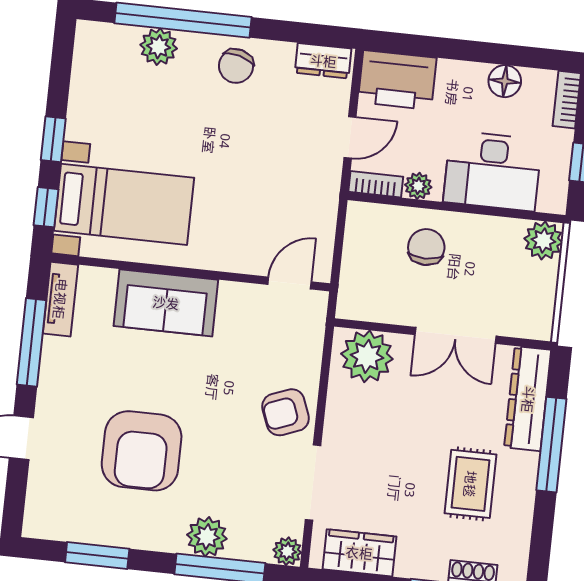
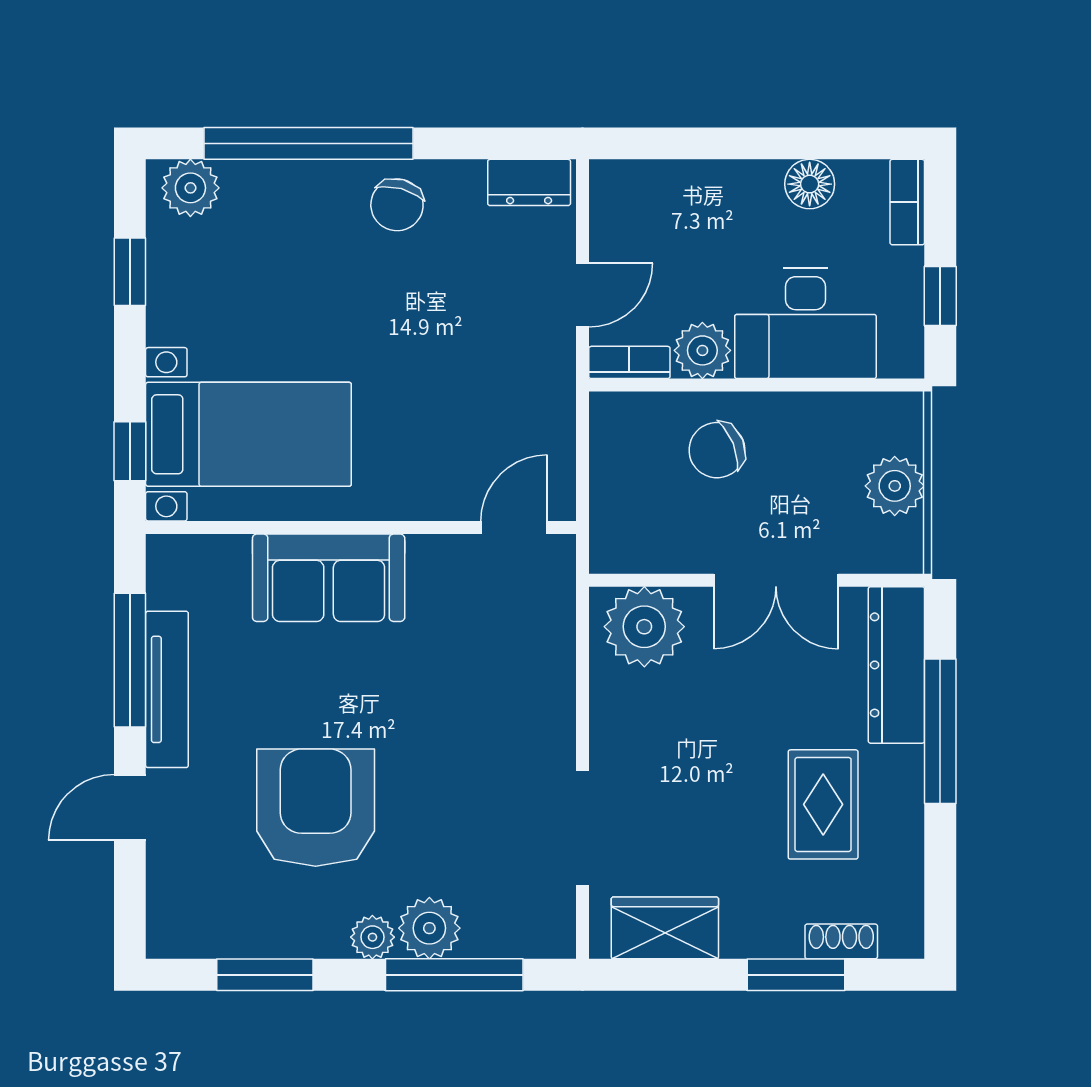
plant: (159, 47) -> (190, 188), moved
printer: (397, 80) -> (645, 200), removed
window: (53, 139) -> (130, 272), moved
plant: (418, 186) -> (702, 350), width x1.38, depth x1.38
plant: (543, 240) -> (895, 486), moved
chair: (426, 247) -> (717, 450), turned -112
tv unit: (60, 299) -> (167, 689), moved, width x1.41
armchair: (286, 412) -> (529, 725), removed
armchair: (142, 451) -> (316, 808), turned 180
plant: (287, 551) -> (372, 937), moved

